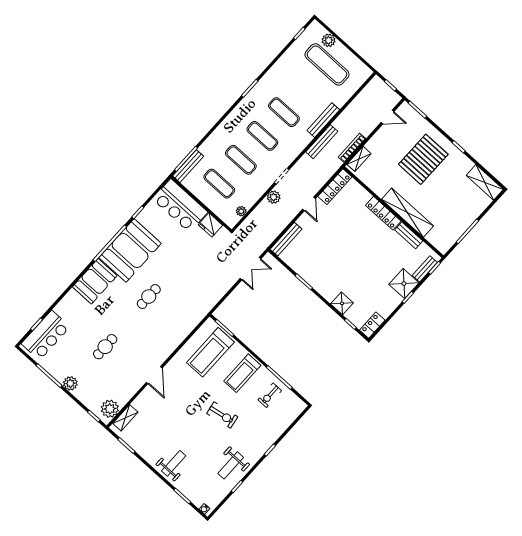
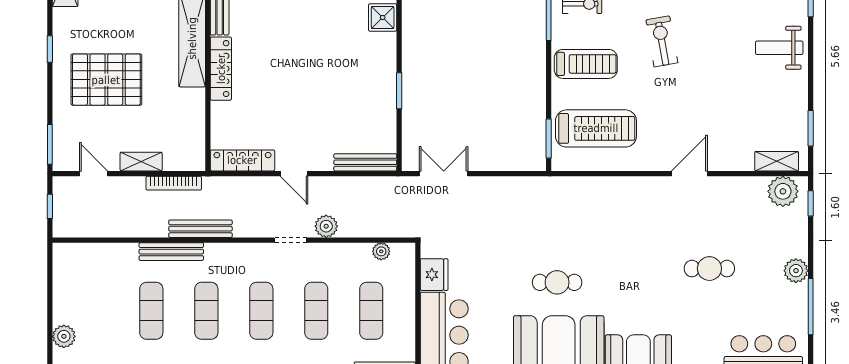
exercise mat: (327, 64) -> (151, 311), moved, width x0.73, depth x0.69
shelving: (359, 159) -> (141, 162), moved
door: (309, 204) -> (294, 174), swing flipped
cafe table: (149, 297) -> (557, 282), moved

